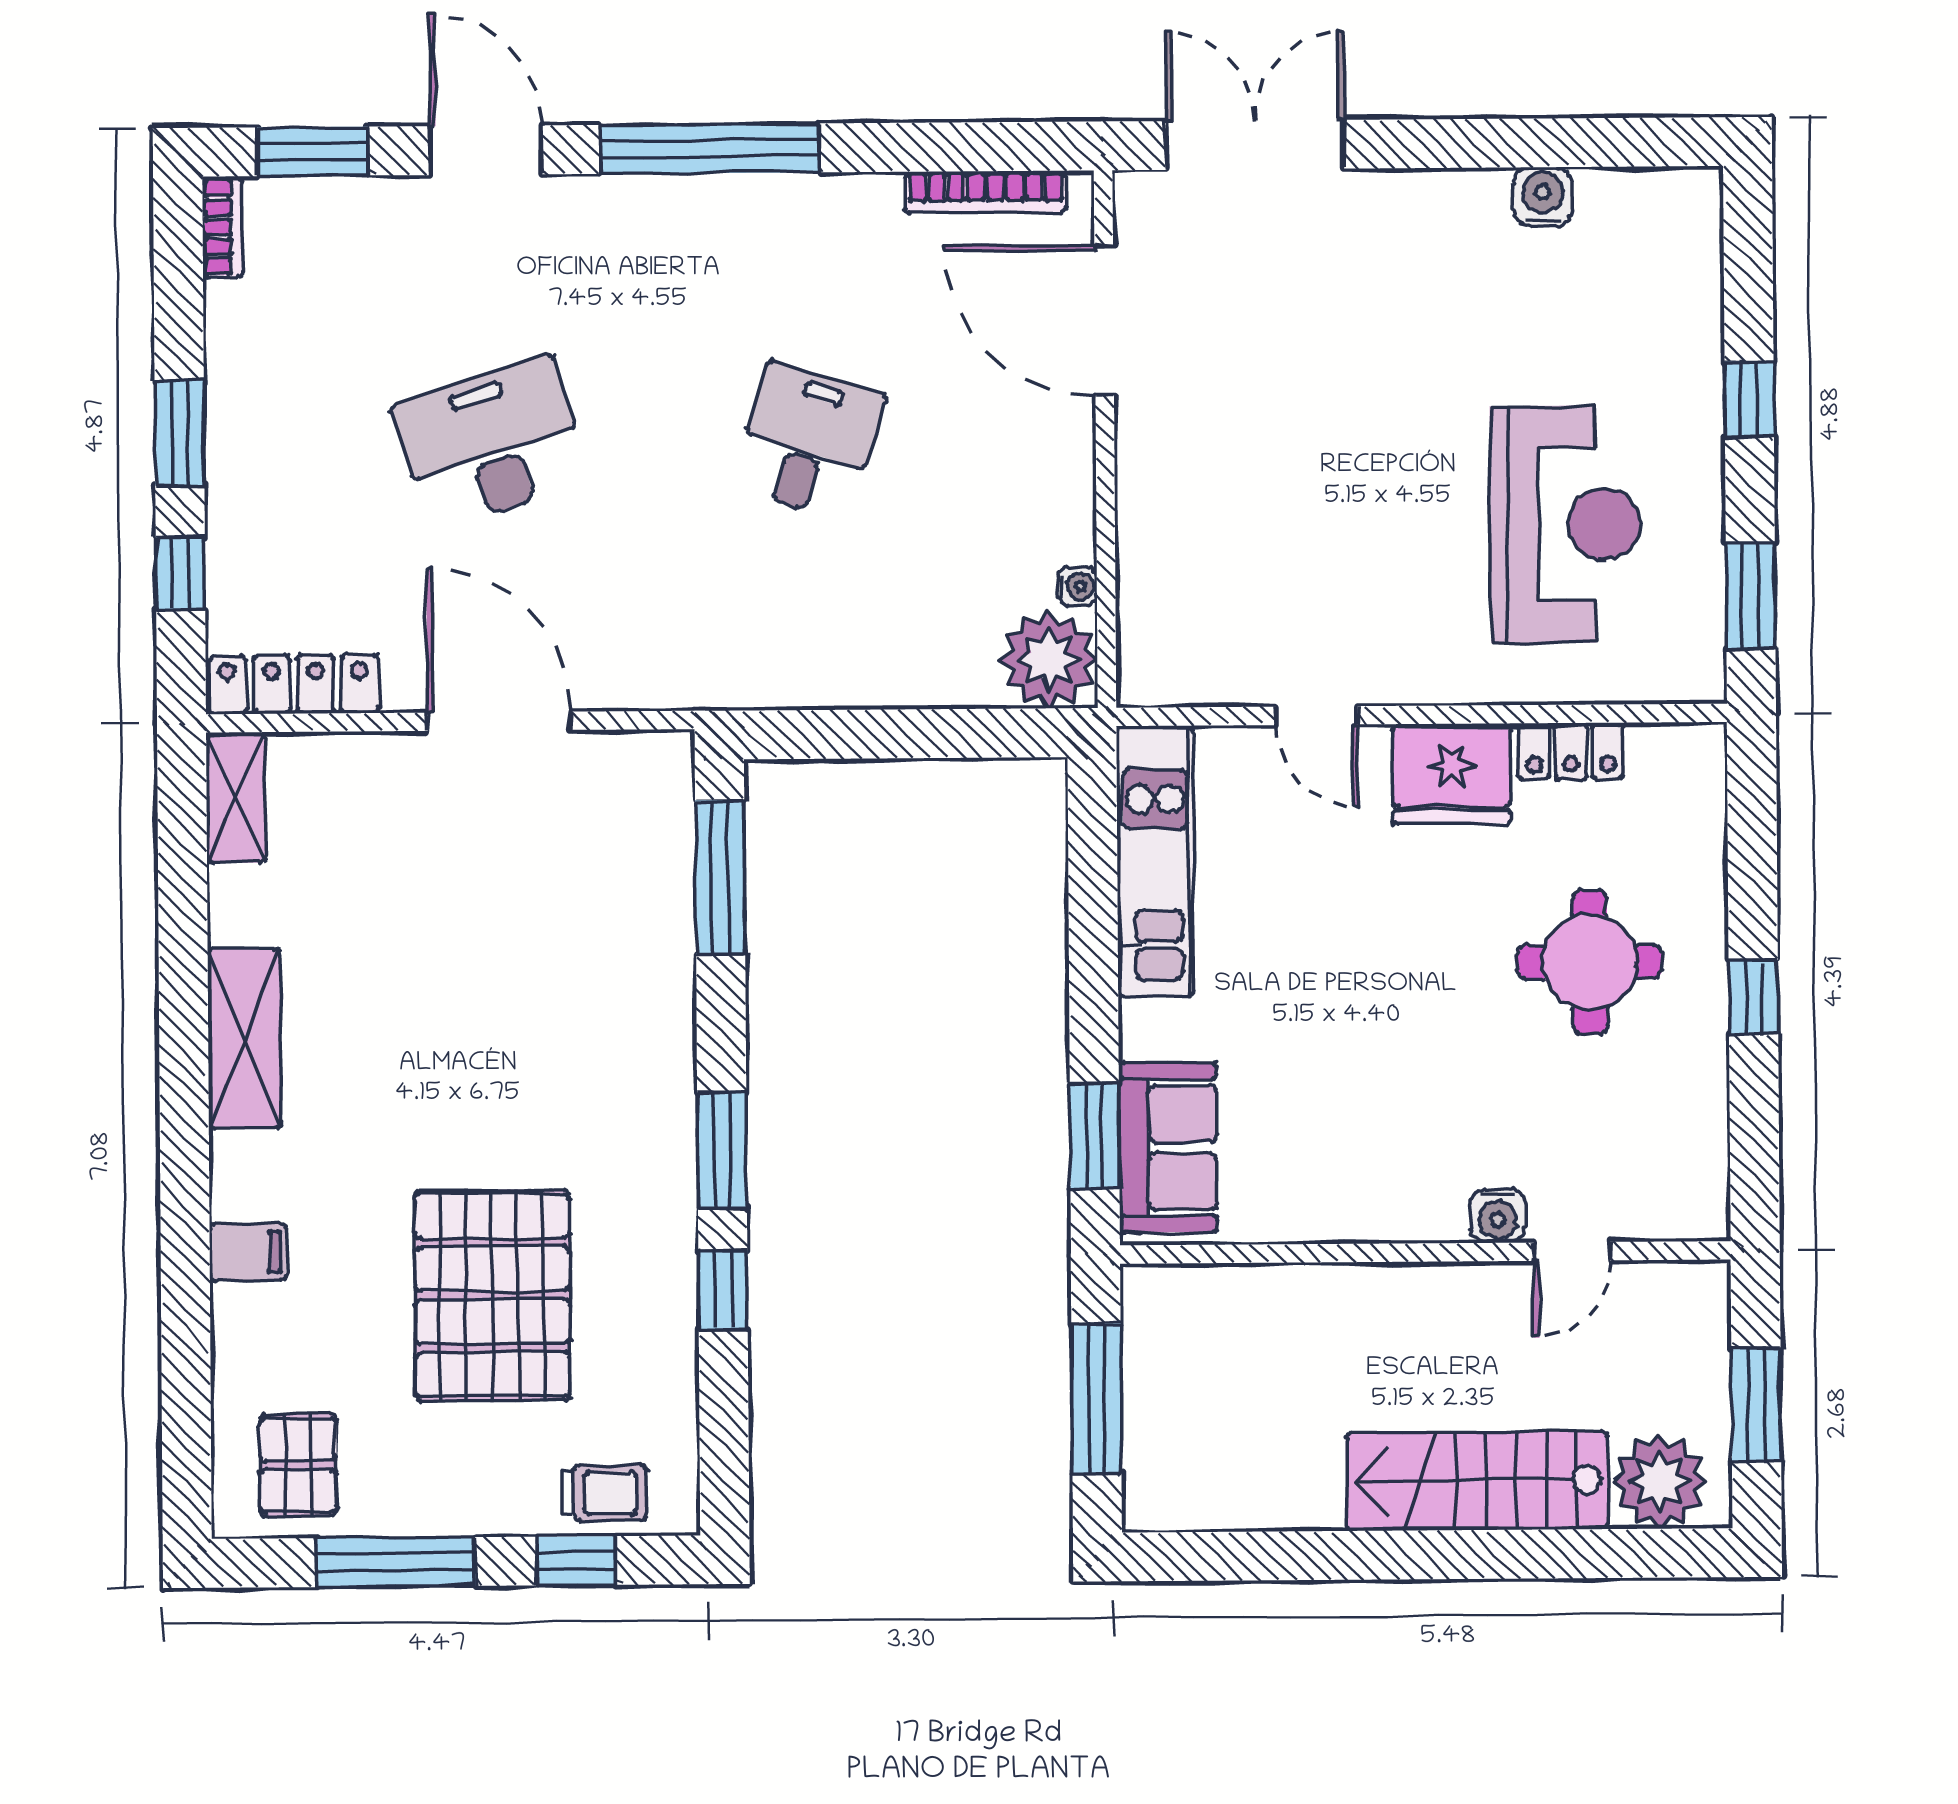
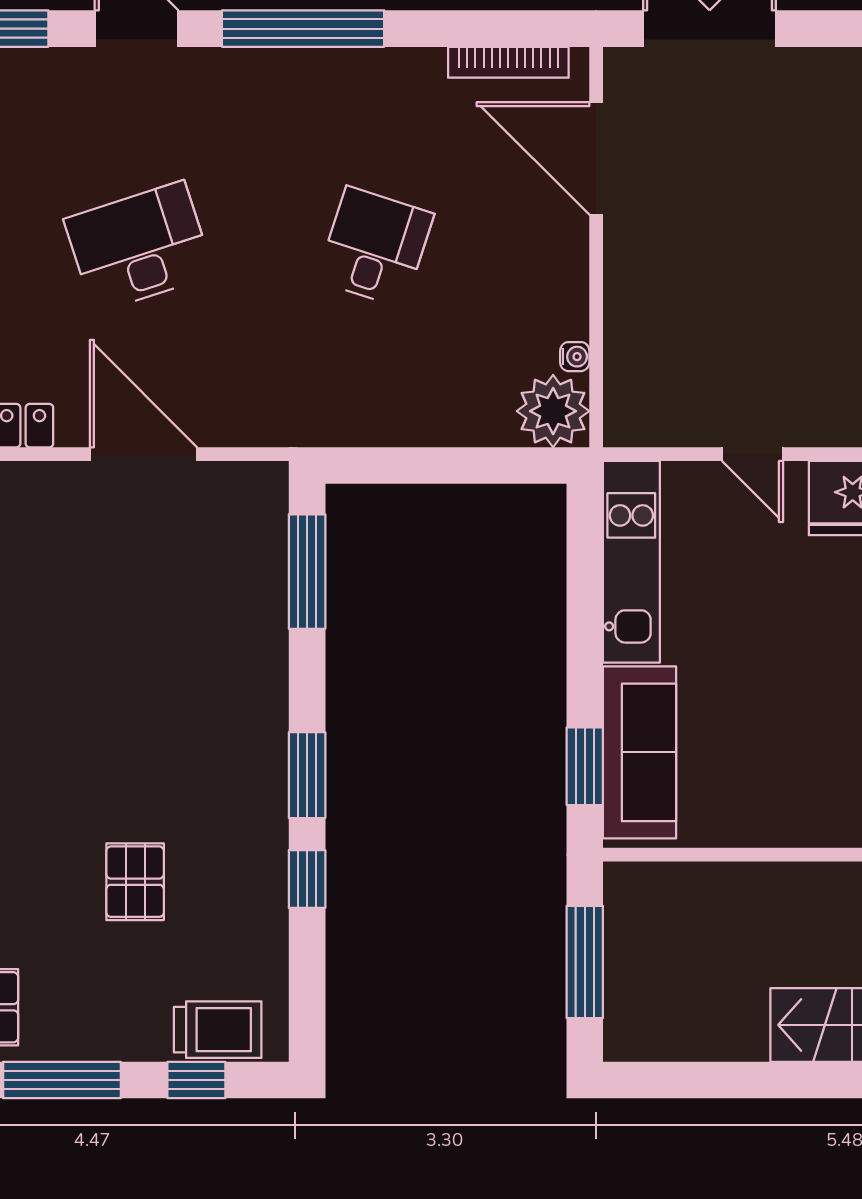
sofa: (1168, 1148) -> (639, 752), width x1.36
pallet: (492, 1295) -> (135, 882), width x0.49, depth x0.50
trolley: (604, 1493) -> (218, 1030), width x1.36, depth x1.39

